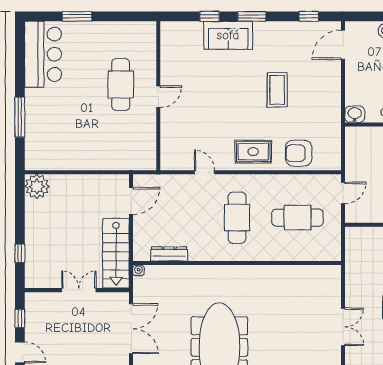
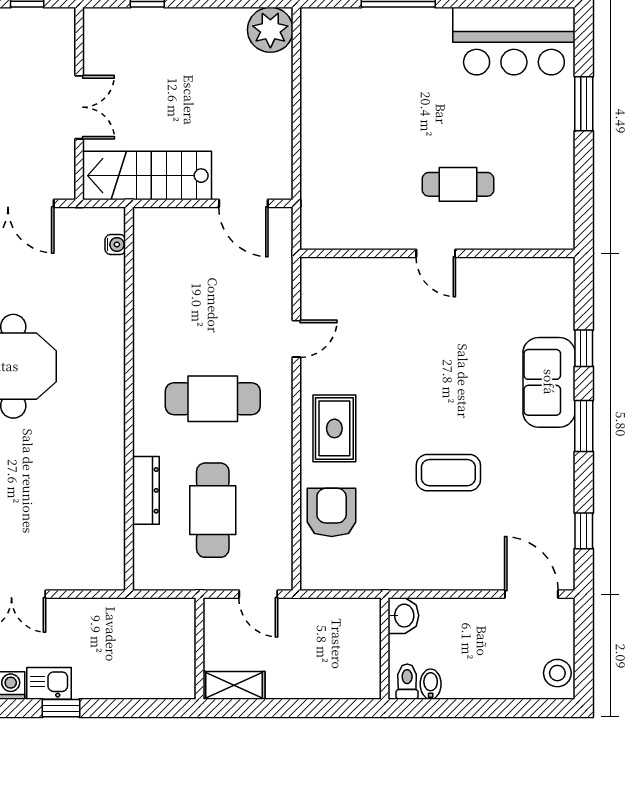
cafe table: (121, 85) -> (458, 184), width x0.73, depth x0.74
dresser: (169, 254) -> (146, 490), moved
water cooler: (139, 271) -> (115, 245), moved

